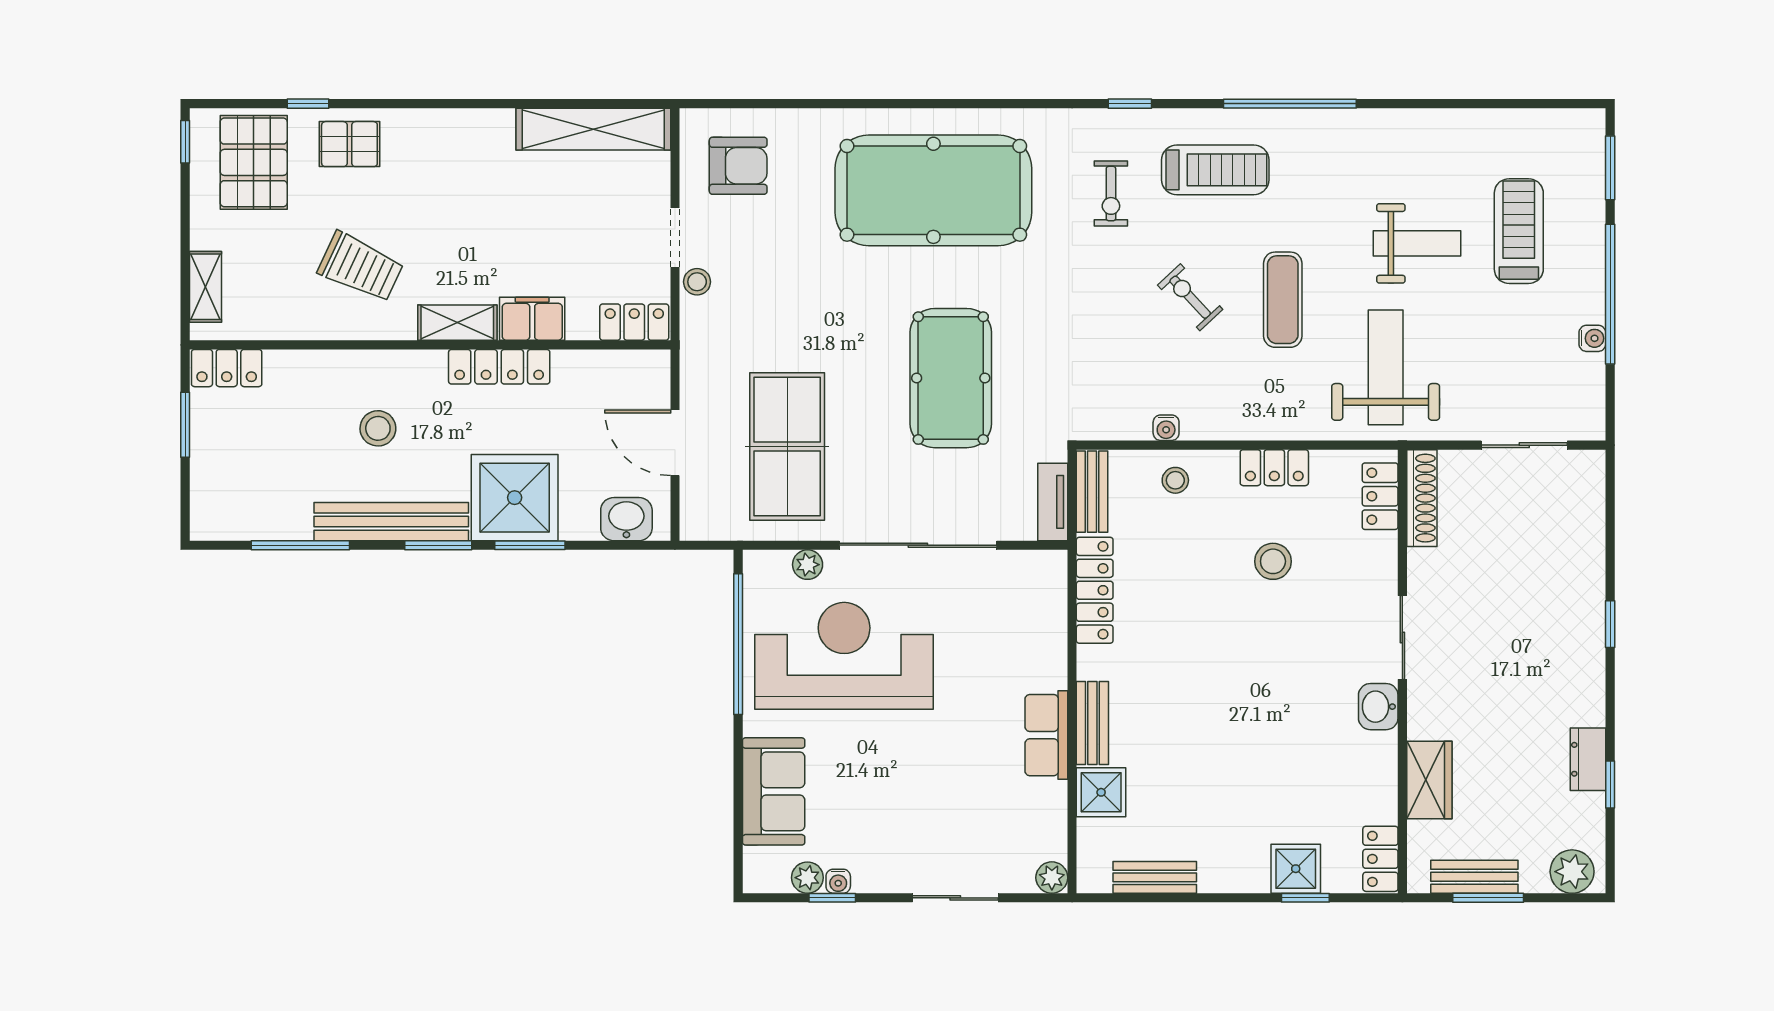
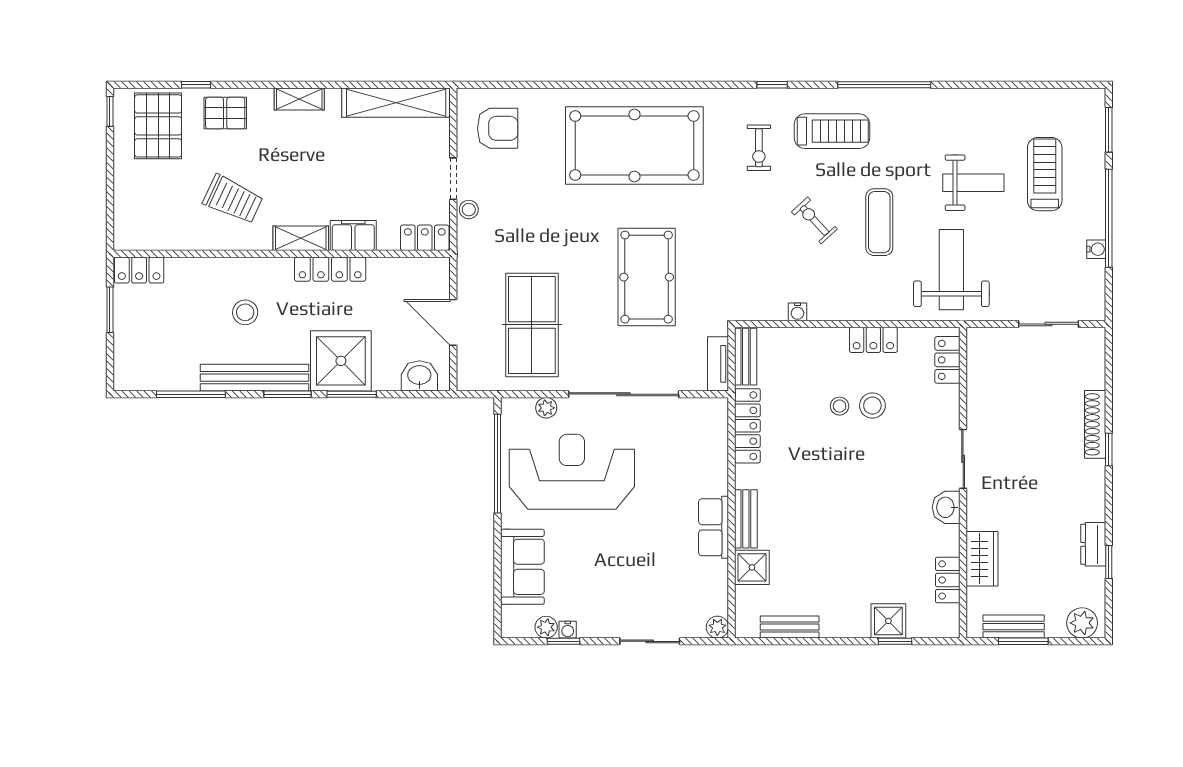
shelving: (206, 287) -> (299, 99), moved, turned 90
stool: (1175, 480) -> (840, 406), moved
shoe rack: (1422, 498) -> (1095, 424), moved, turned 180
locker: (1380, 859) -> (948, 580), moved

